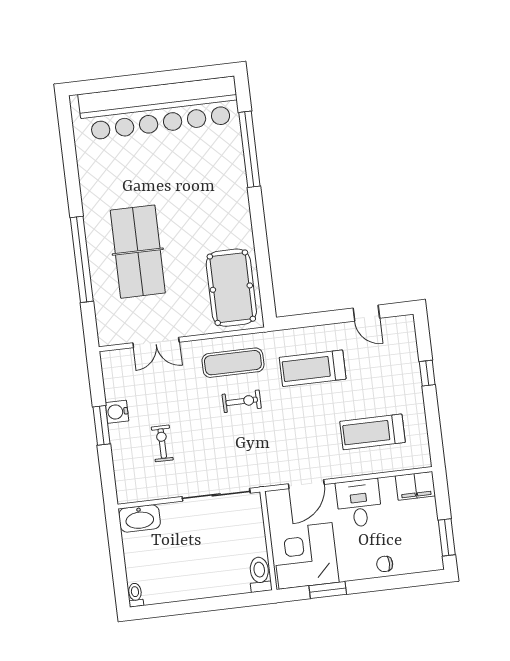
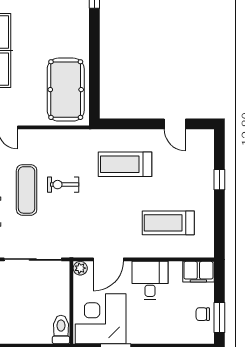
exercise mat: (233, 363) -> (27, 190), moved, turned 90
exercise bike: (242, 401) -> (63, 185), turned 180
plant: (274, 498) -> (80, 268), added
chair: (385, 564) -> (203, 314), moved

